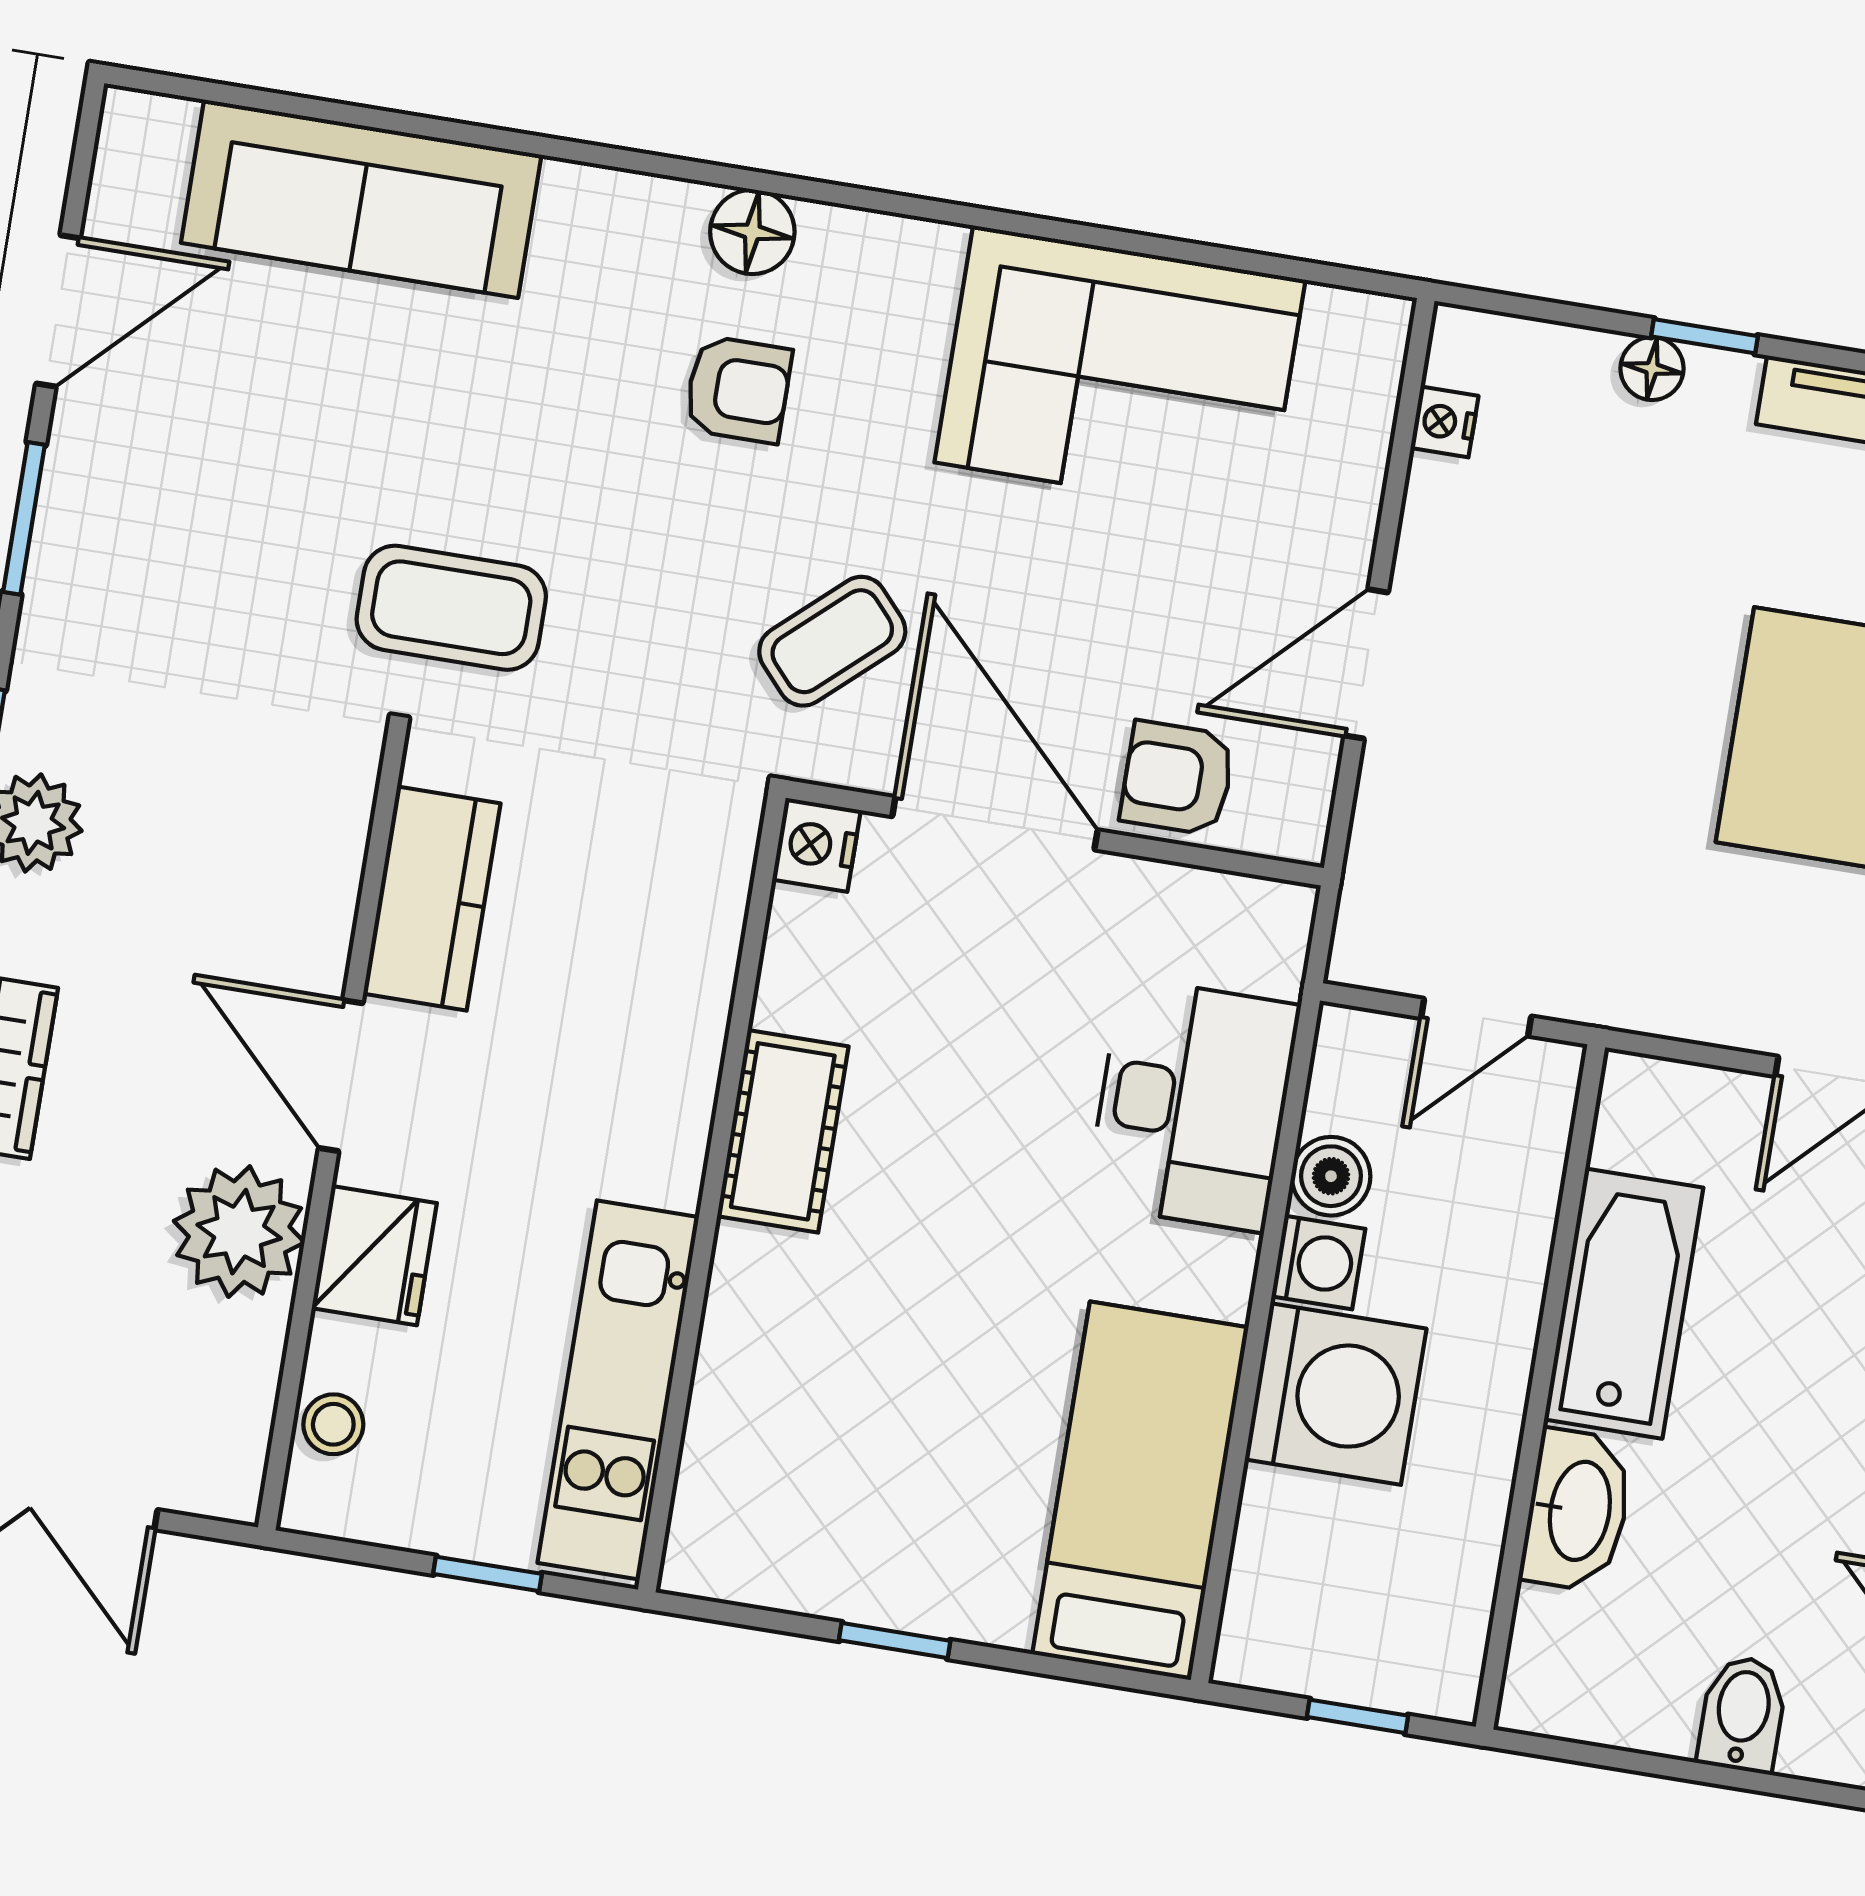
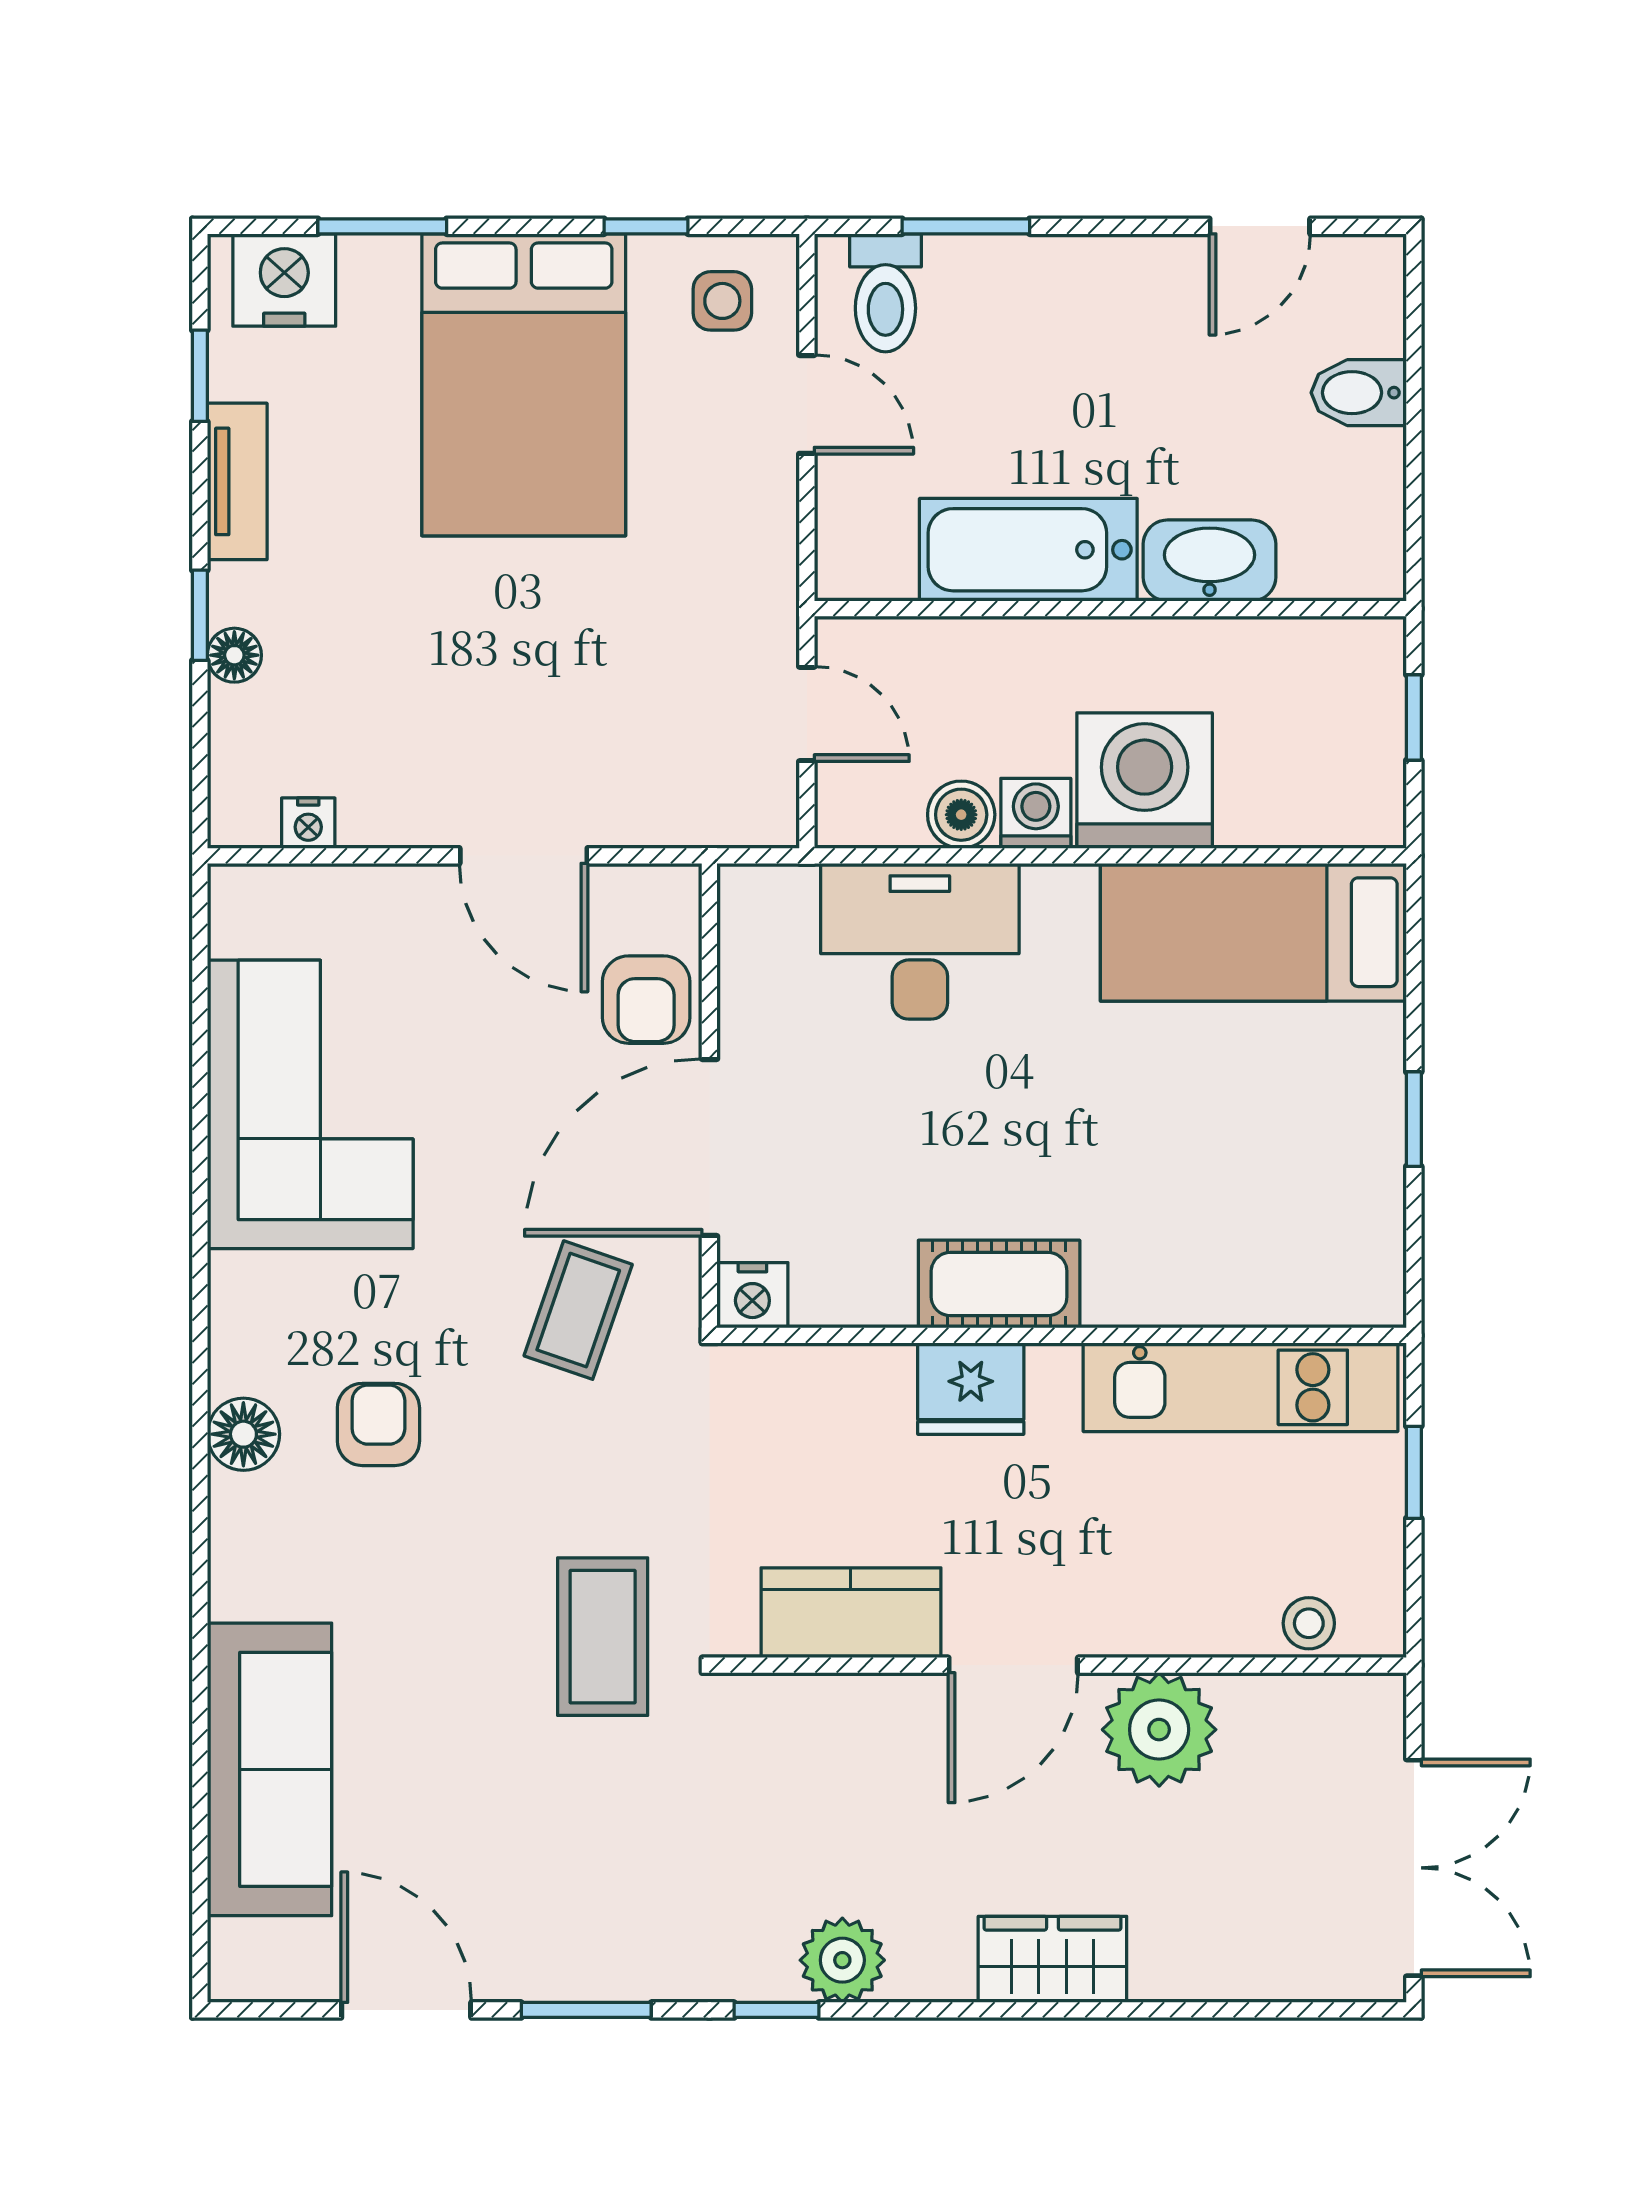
coffee table: (832, 641) -> (578, 1310), turned 61
fridge: (374, 1256) -> (971, 1389), moved, turned 180

